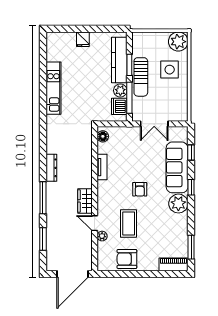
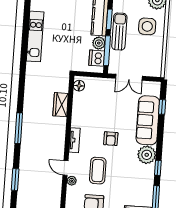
sun lounger: (141, 77) -> (119, 31), turned 180
tv unit: (102, 167) -> (74, 140), moved
dresser: (51, 168) -> (28, 112), removed
window: (191, 187) -> (158, 168), moved
window: (43, 198) -> (19, 128), moved
wardrobe: (85, 201) -> (61, 105), moved

